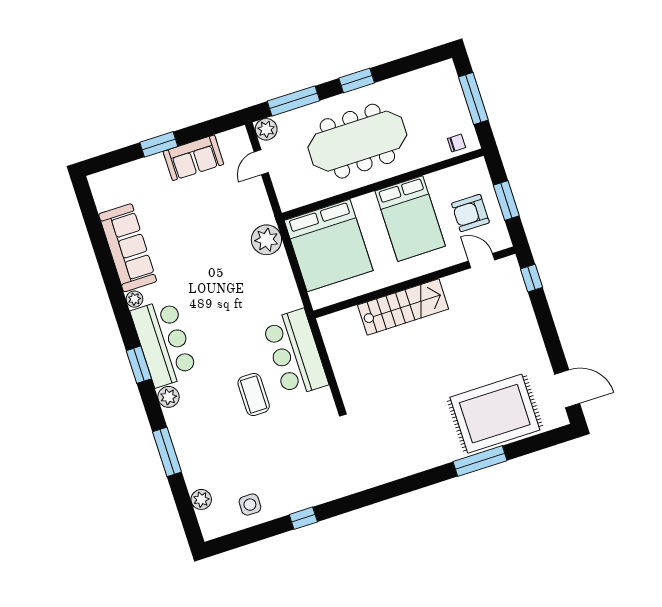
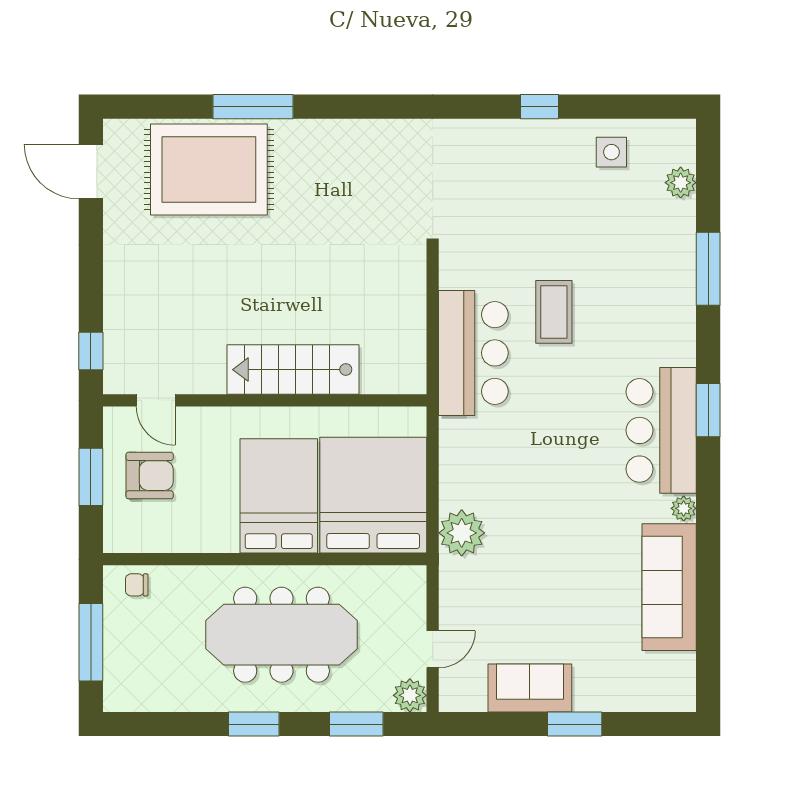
window: (293, 101) -> (356, 724), width x0.69
bed: (410, 219) -> (279, 496), moved
plant: (169, 397) -> (680, 349), removed

